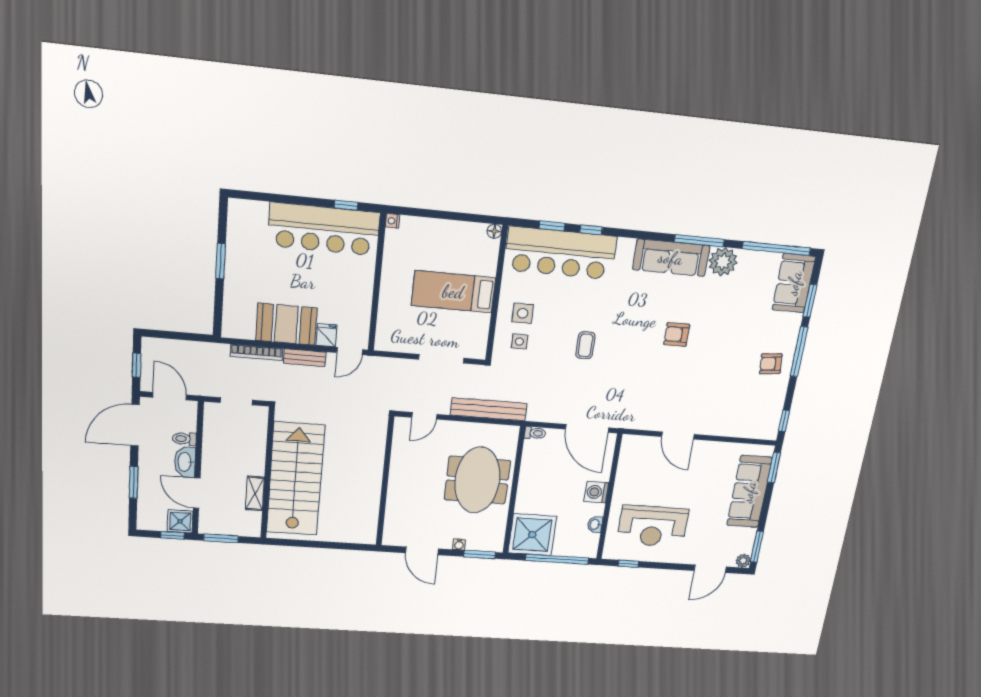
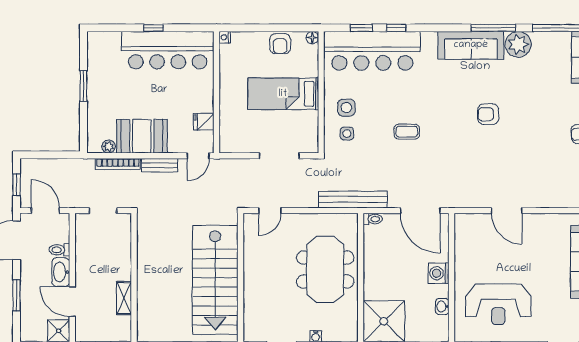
window: (346, 205) -> (153, 28), moved
armchair: (456, 235) -> (280, 44), added
plant: (247, 332) -> (109, 147), added
fridge: (326, 335) -> (204, 122), moved, turned -90
coffee table: (585, 345) -> (407, 132), turned 90
bench: (489, 409) -> (353, 200), moved
stairs: (295, 479) -> (215, 280), moved, turned 180

